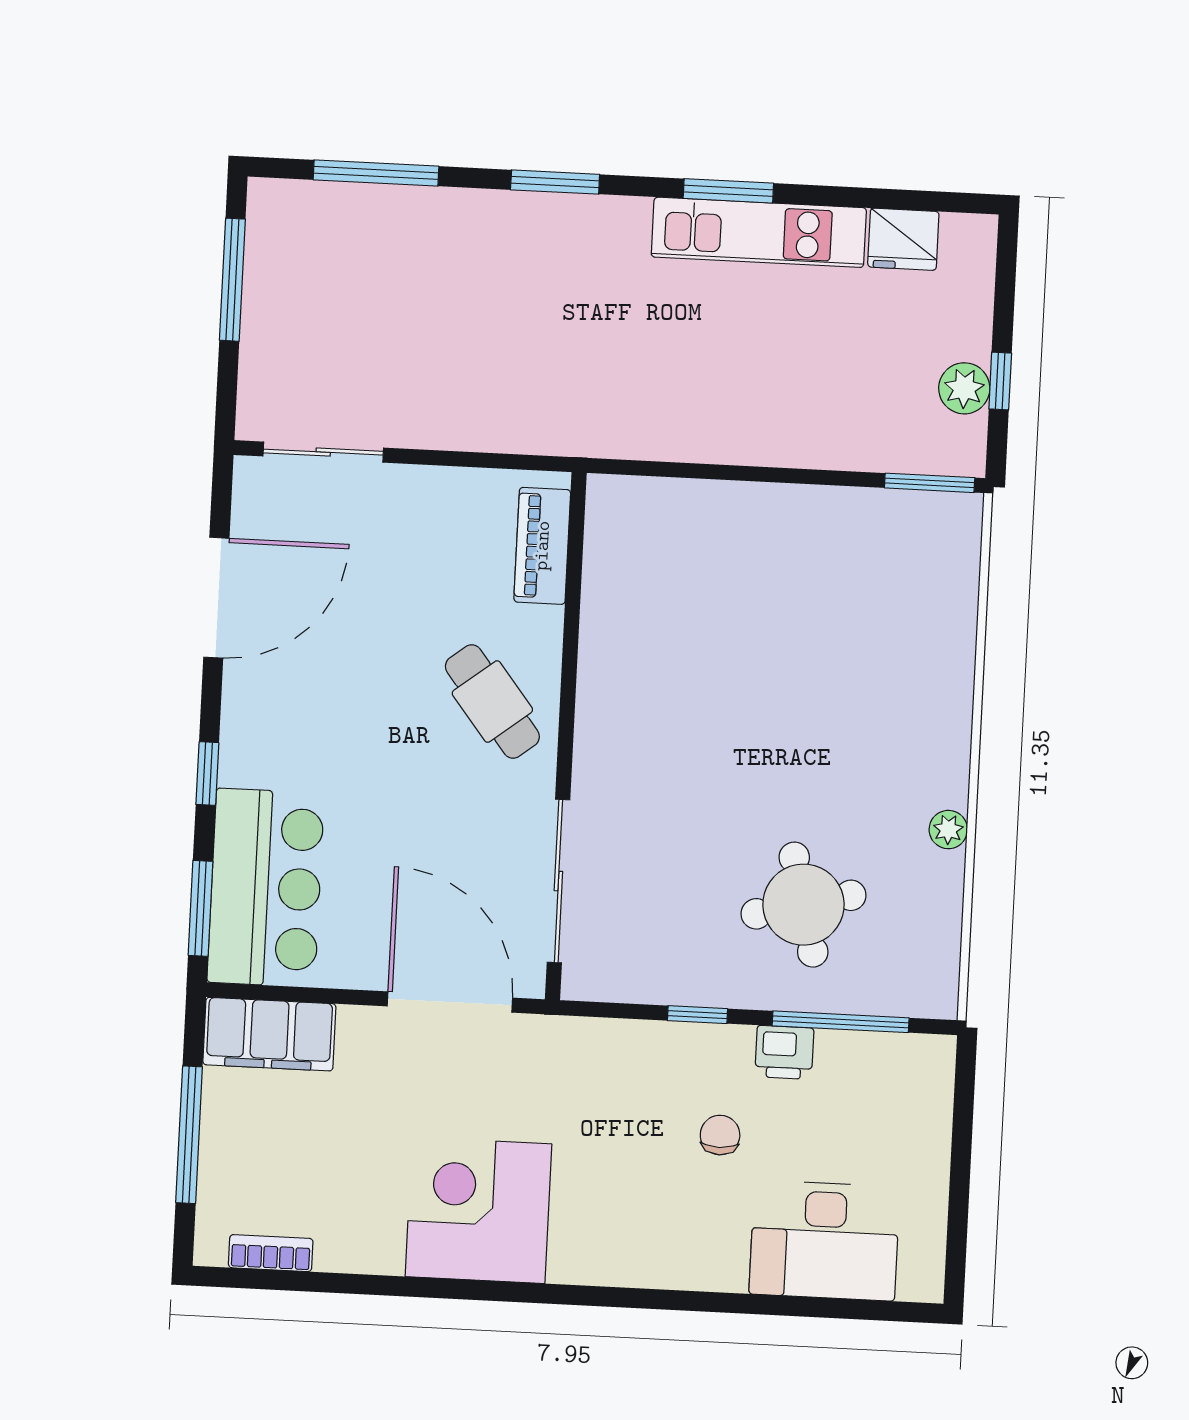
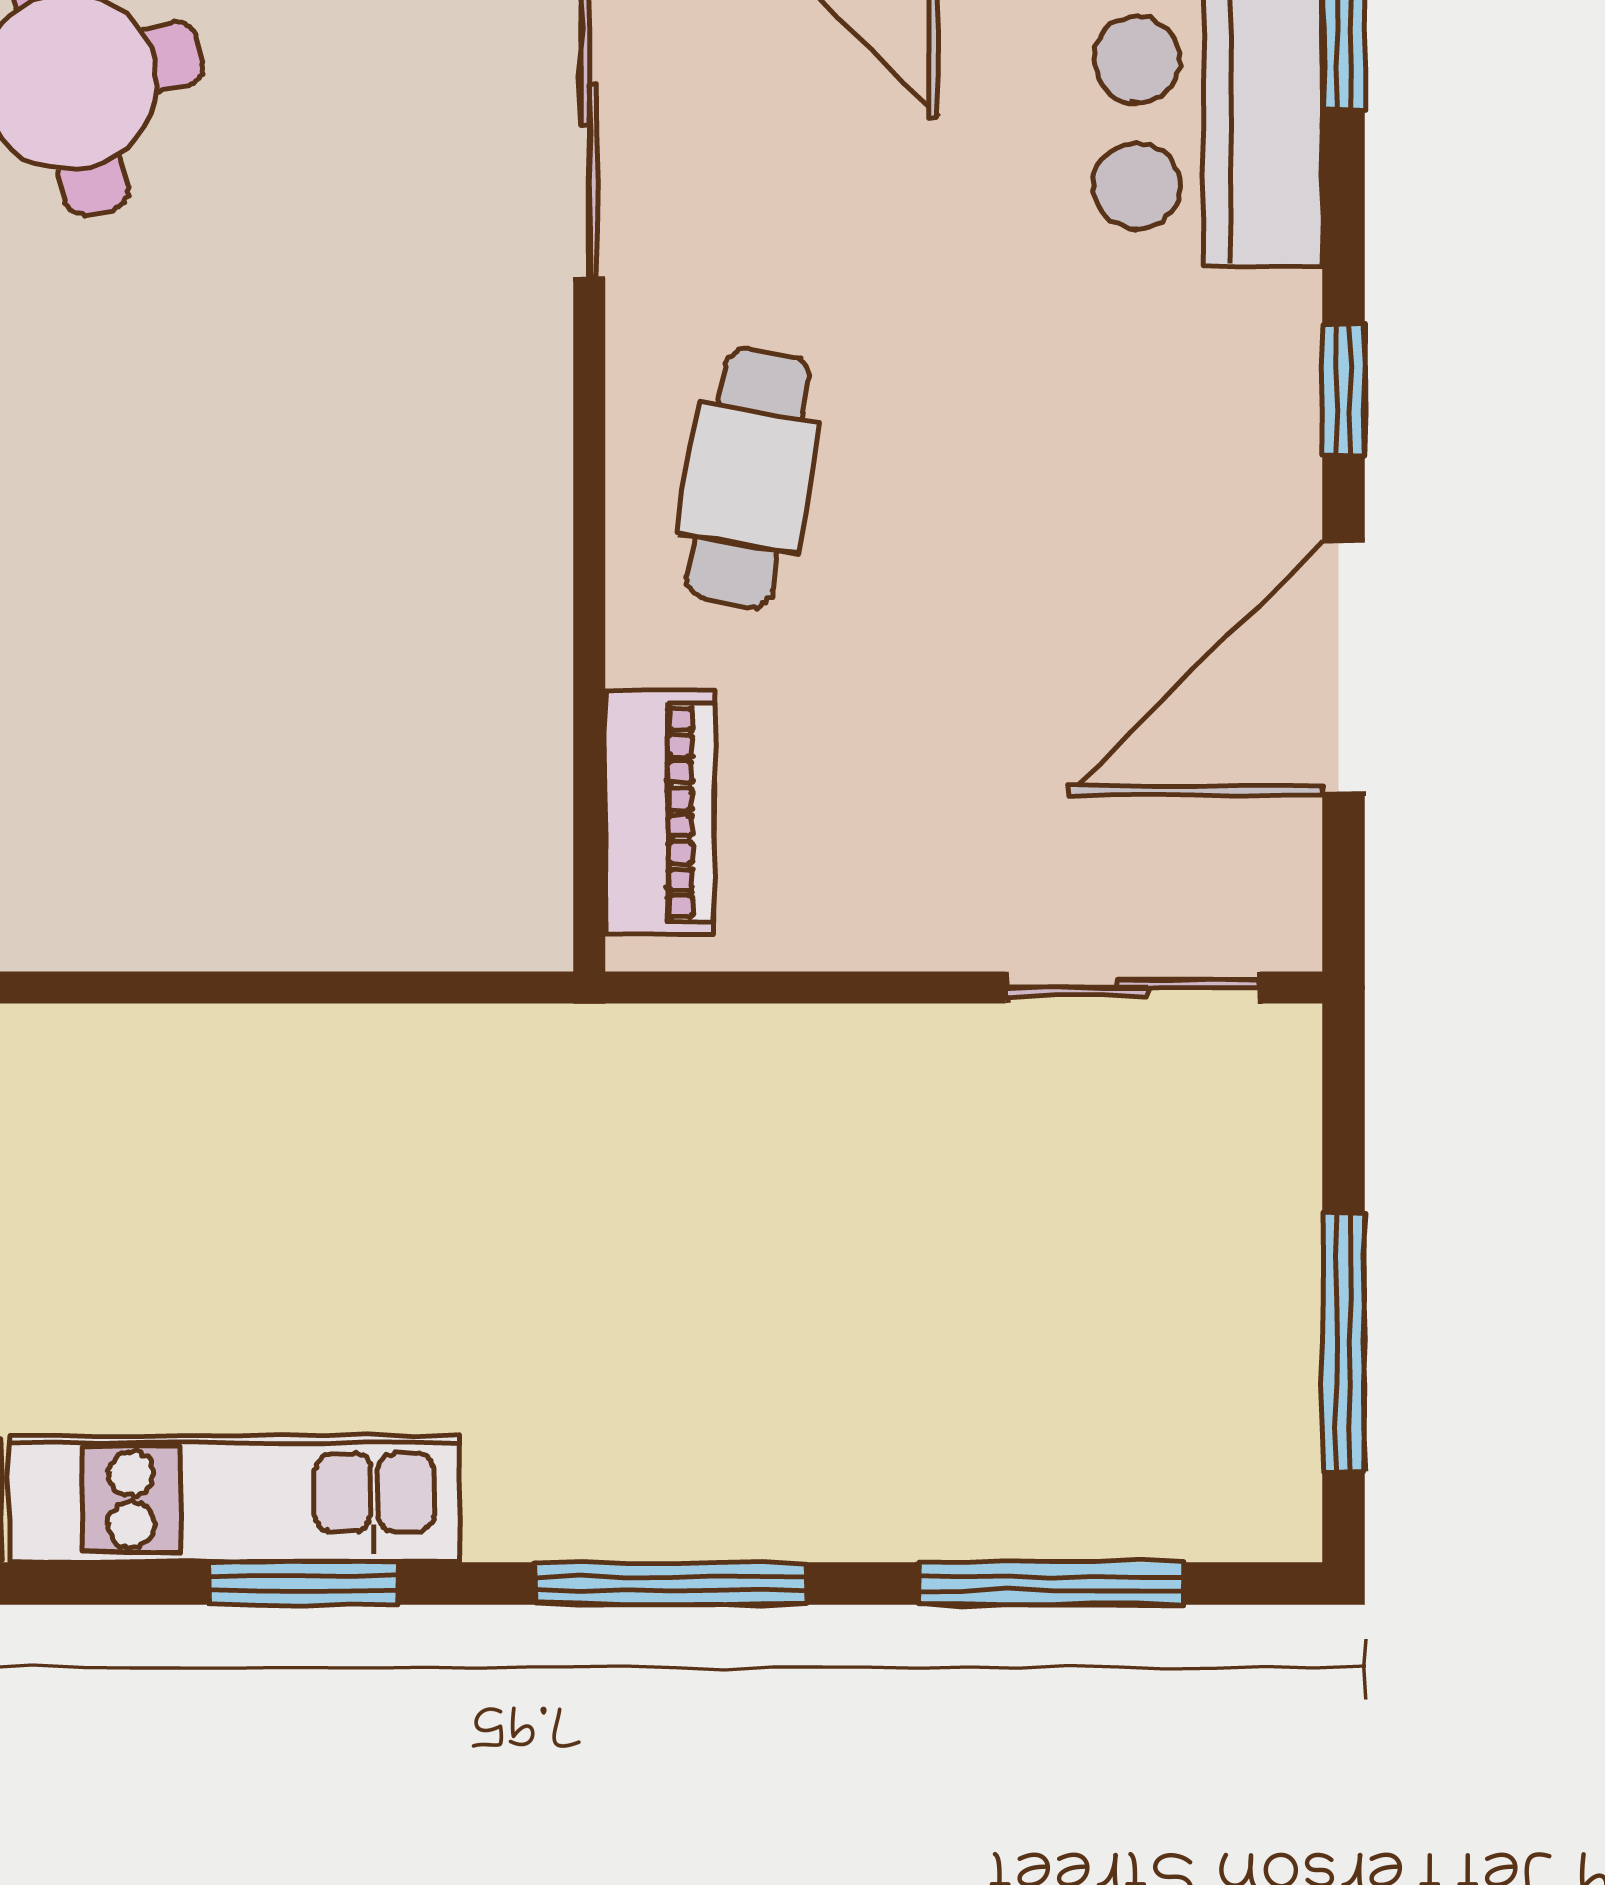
window: (555, 182) -> (671, 1583), width x1.44
cafe table: (492, 702) -> (748, 478), turned 48
window: (207, 774) -> (1343, 390), moved

